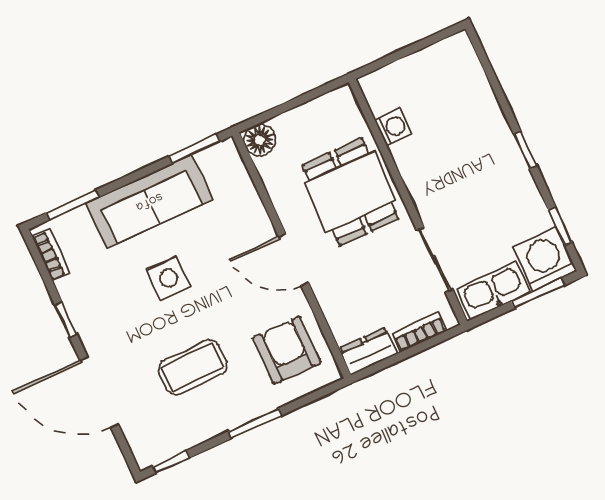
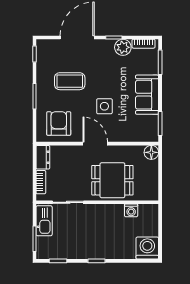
sofa: (149, 201) -> (147, 95), width x0.73
door: (293, 259) -> (95, 144), hinge flipped
washing machine: (545, 259) -> (147, 248), moved, turned -90
side table: (169, 278) -> (104, 106), moved
plant: (77, 293) -> (123, 47), added
armchair: (287, 350) -> (59, 124), turned -90
coffee table: (193, 367) -> (70, 81), turned 90

